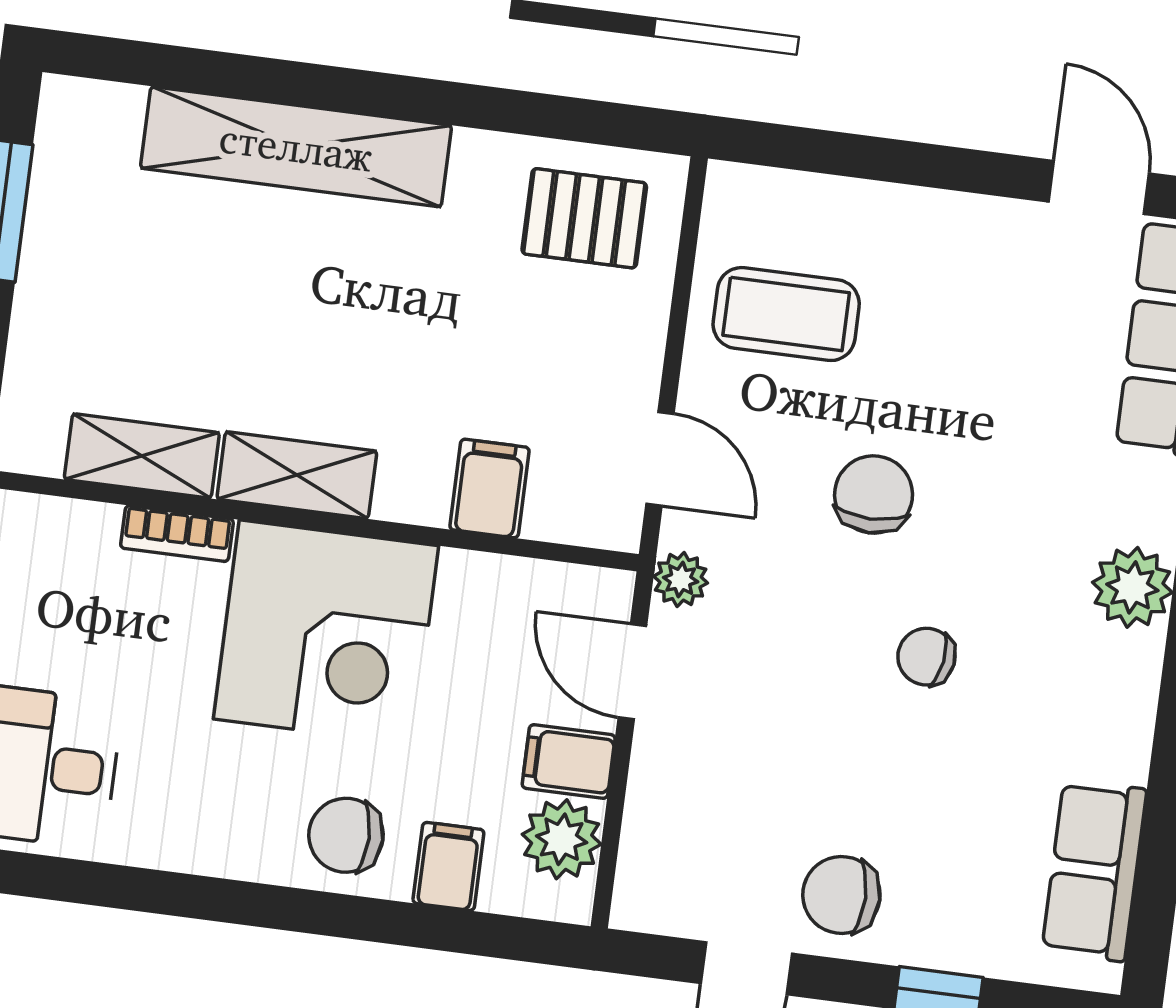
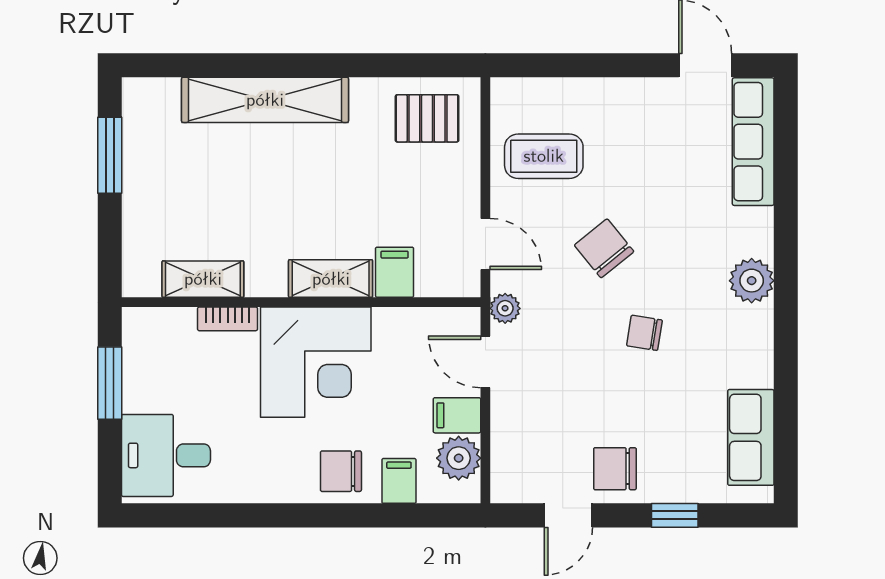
shelving: (297, 475) -> (331, 279), moved
chair: (874, 494) -> (604, 248), turned -39

